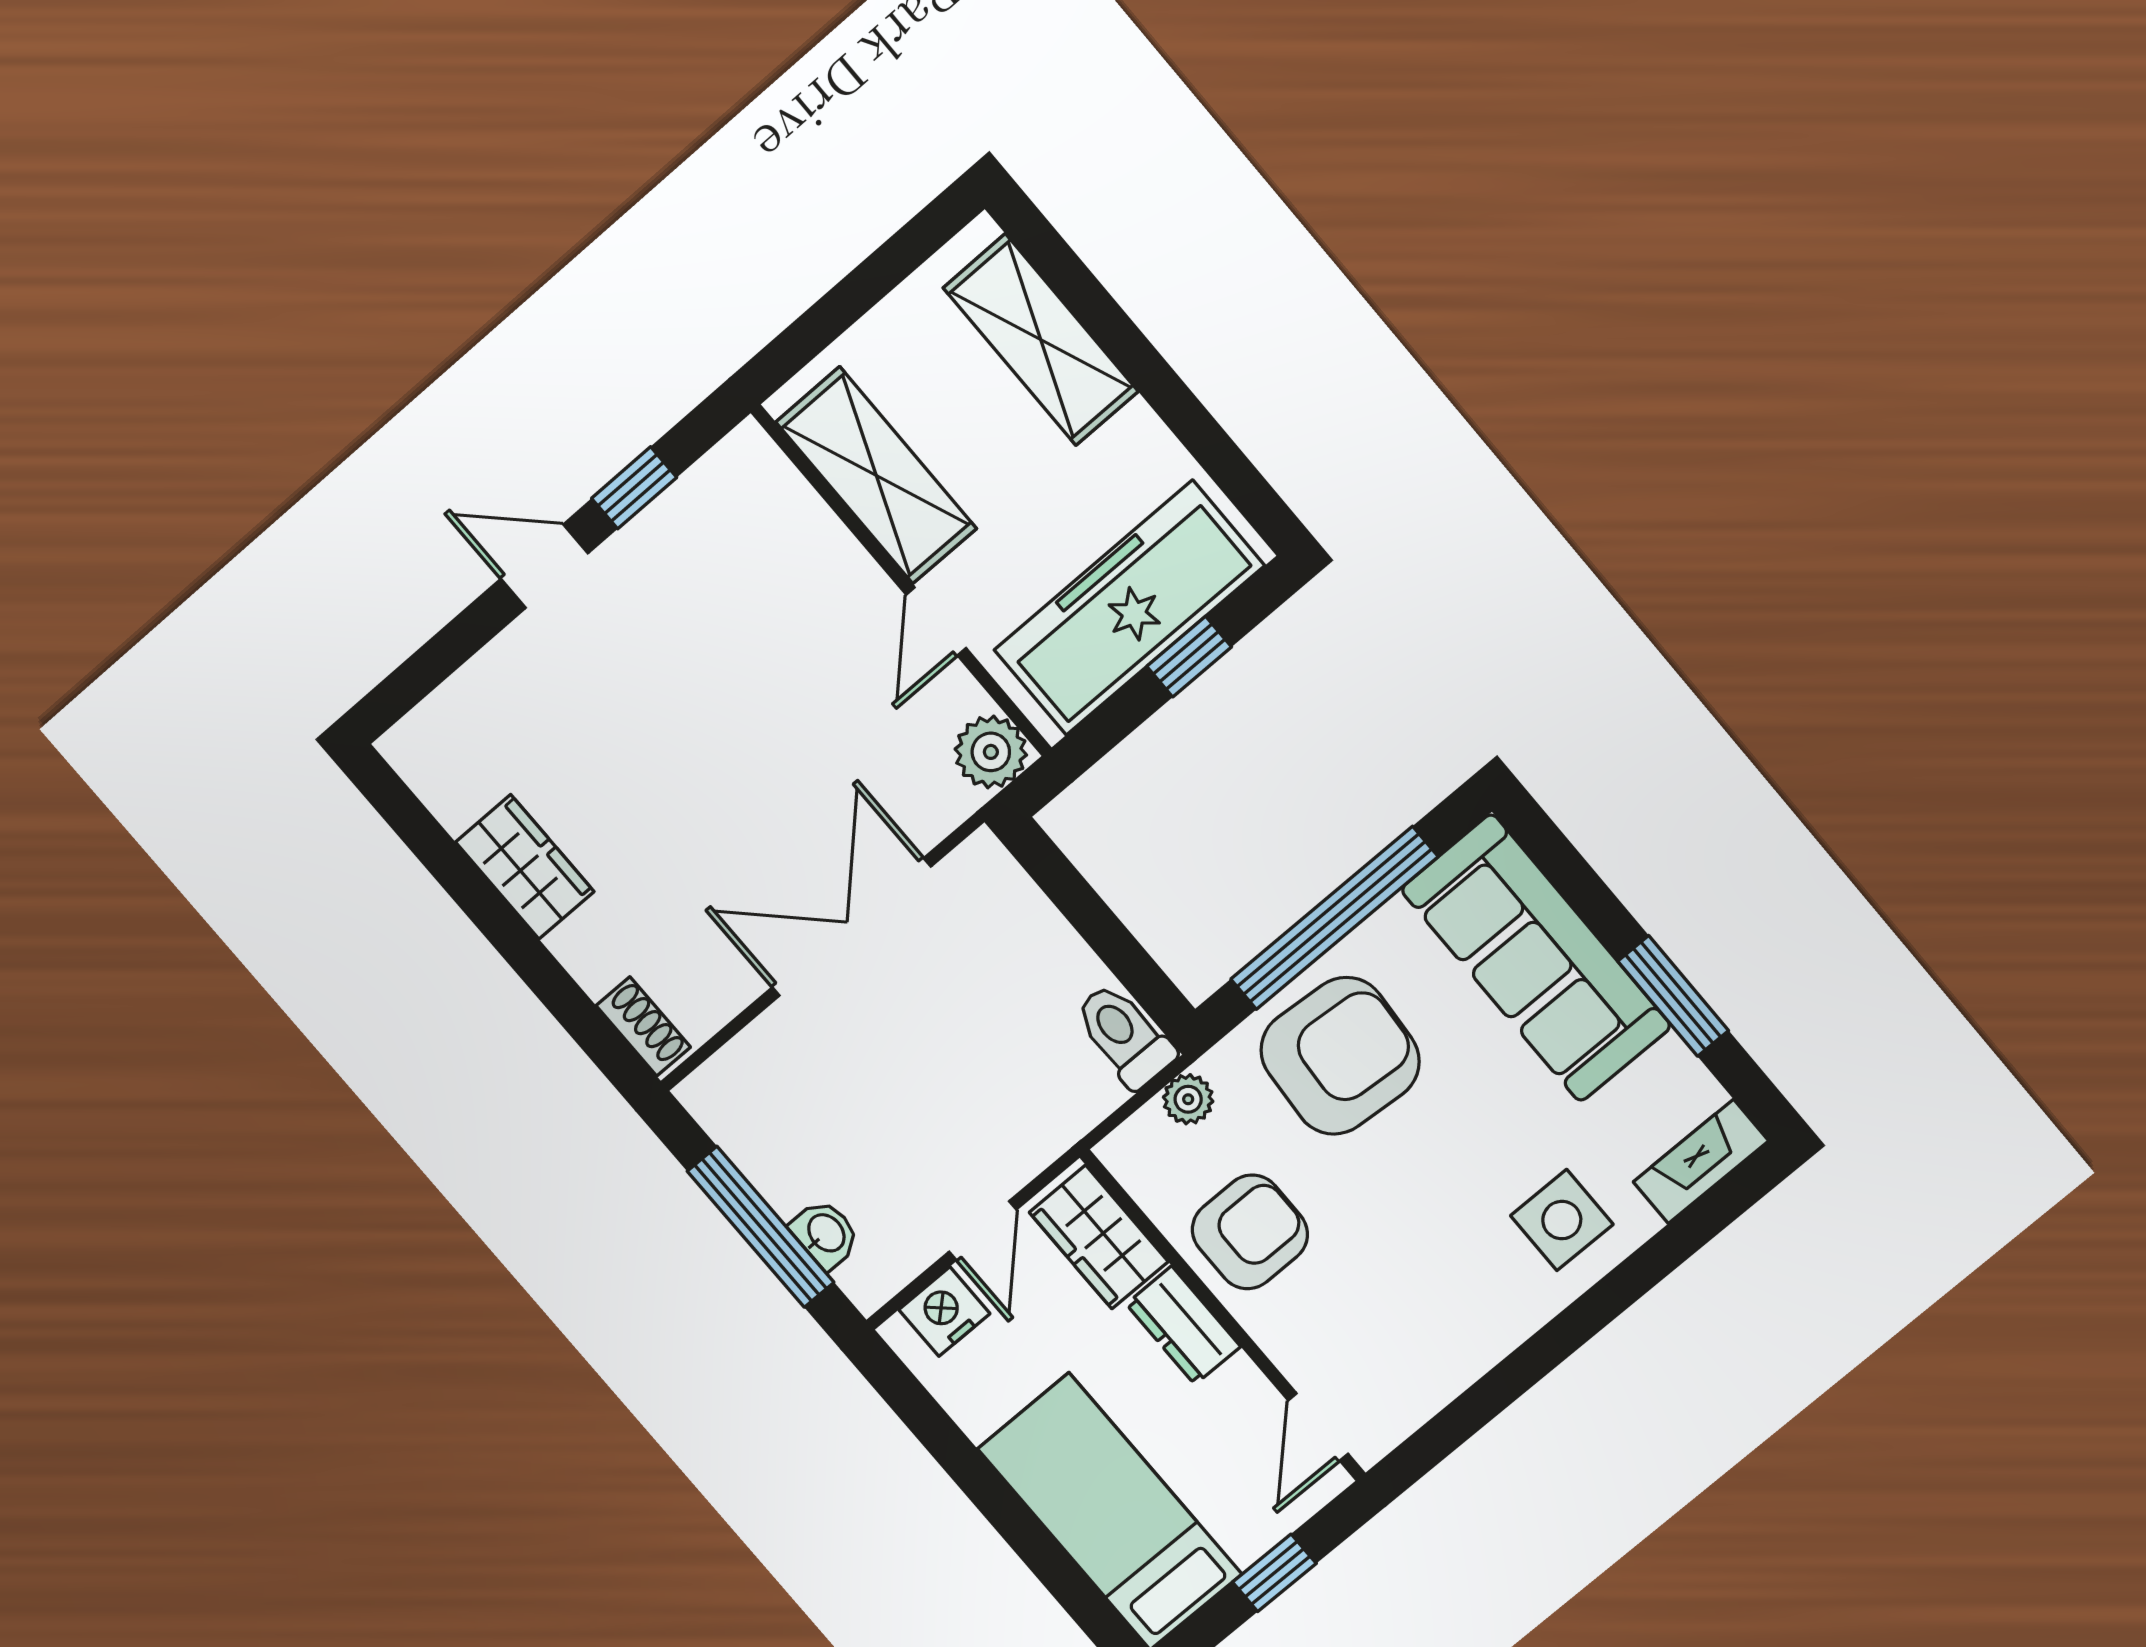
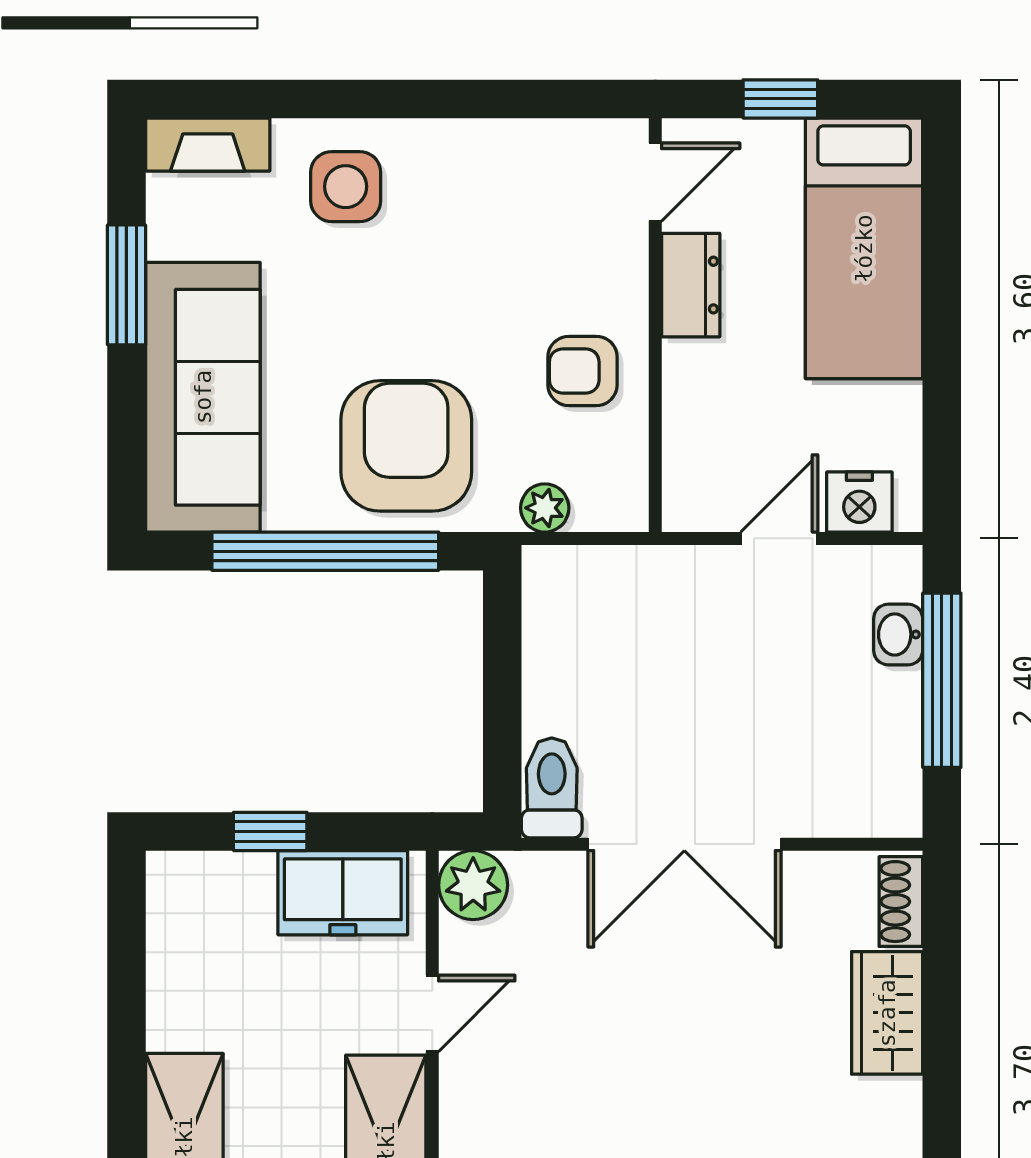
freezer: (1129, 608) -> (343, 893), width x0.52, depth x0.79
wardrobe: (525, 867) -> (887, 1013), moved
toilet: (1124, 1035) -> (552, 788), moved, turned 180
armchair: (1340, 1056) -> (406, 446), turned 86
armchair: (1250, 1232) -> (583, 371), width x0.72, depth x0.72
wardrobe: (1099, 1237) -> (697, 461), removed
dresser: (1183, 1325) -> (691, 285), moved

